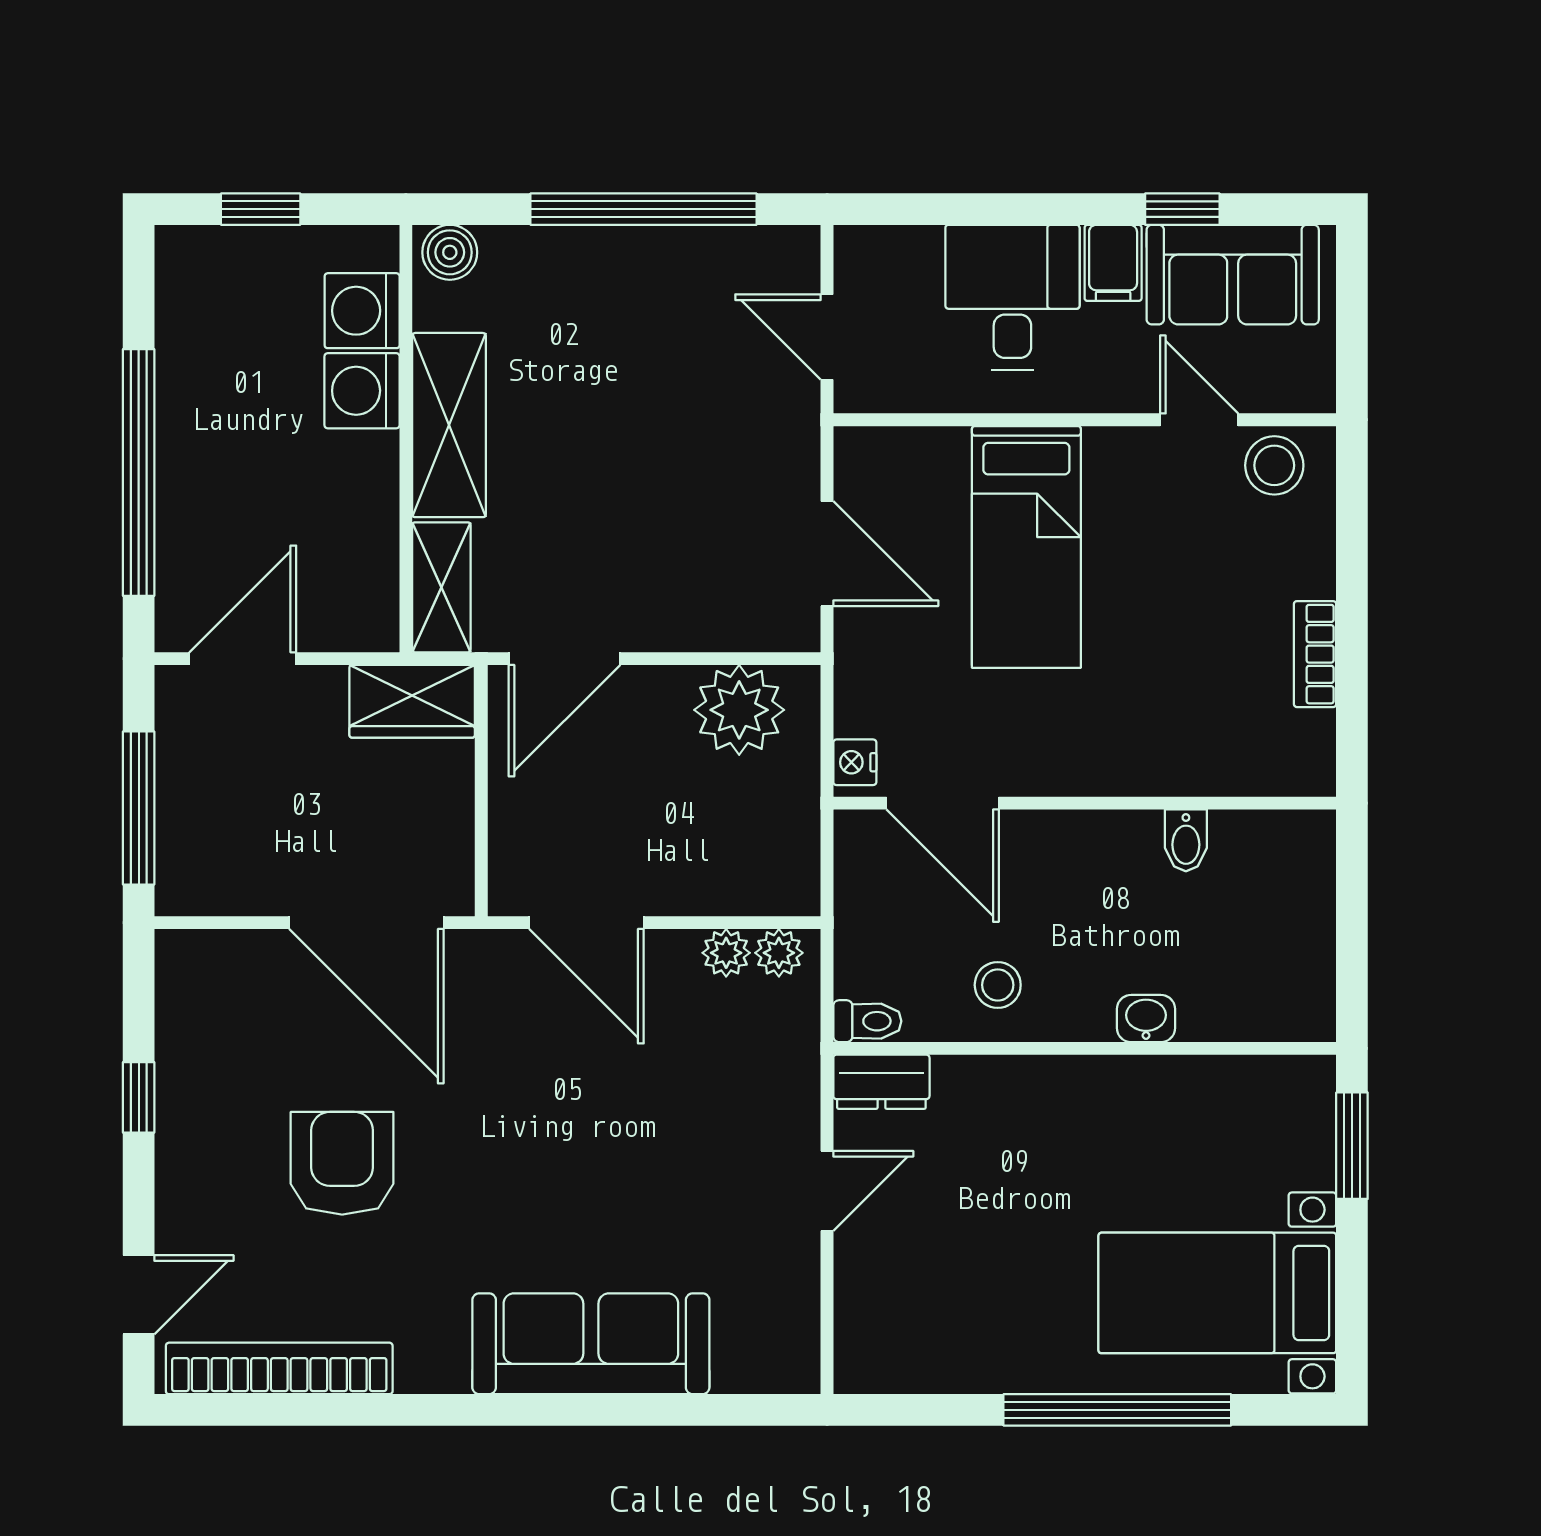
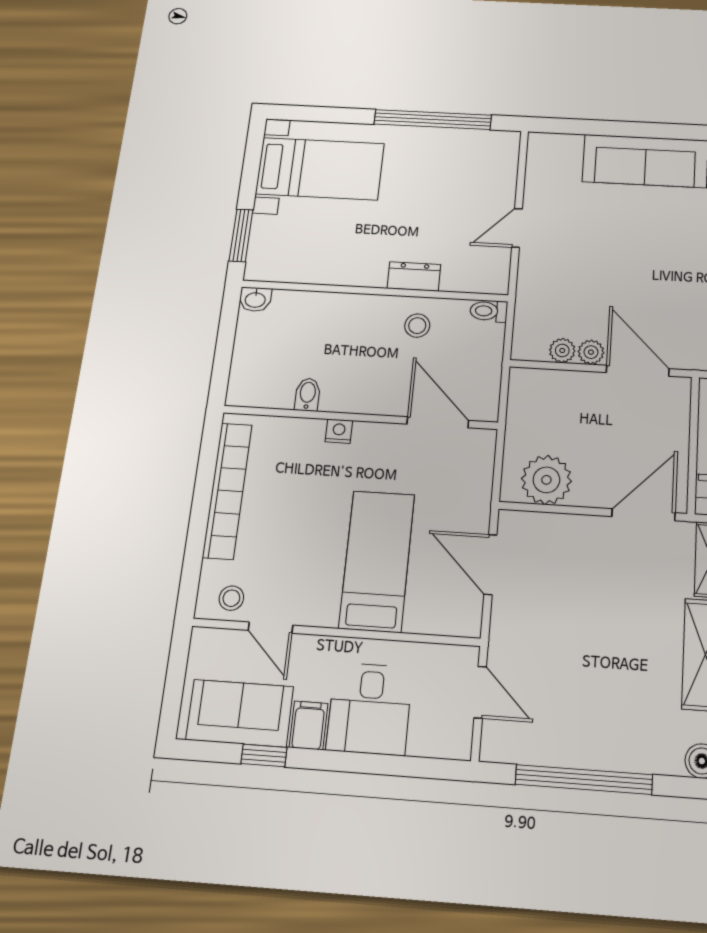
stool: (1274, 465) -> (231, 598), width x0.73, depth x0.73
bookcase: (1315, 654) -> (227, 491), width x2.31, depth x1.31
nightstand: (855, 762) -> (339, 431), moved, turned -90
plant: (779, 953) -> (591, 352), moved
washbasin: (1146, 1019) -> (255, 299), moved
dresser: (881, 1082) -> (414, 276), moved
window: (1117, 1410) -> (433, 120), moved

